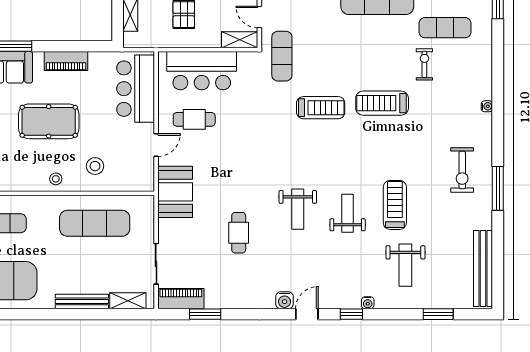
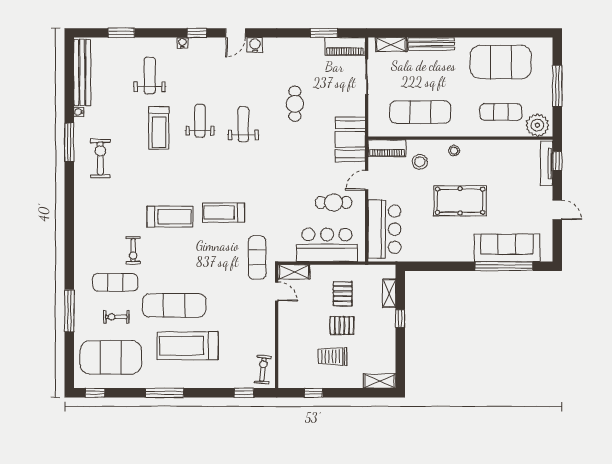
piano: (66, 61) -> (387, 148), moved, turned 180
water cooler: (487, 106) -> (79, 112), moved
weight bench: (348, 213) -> (200, 121), turned 180

